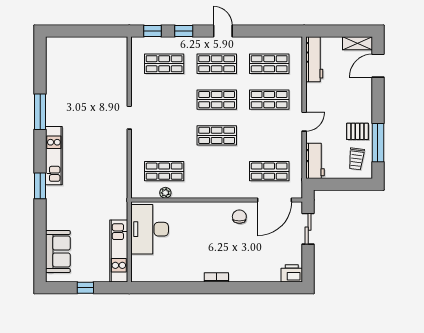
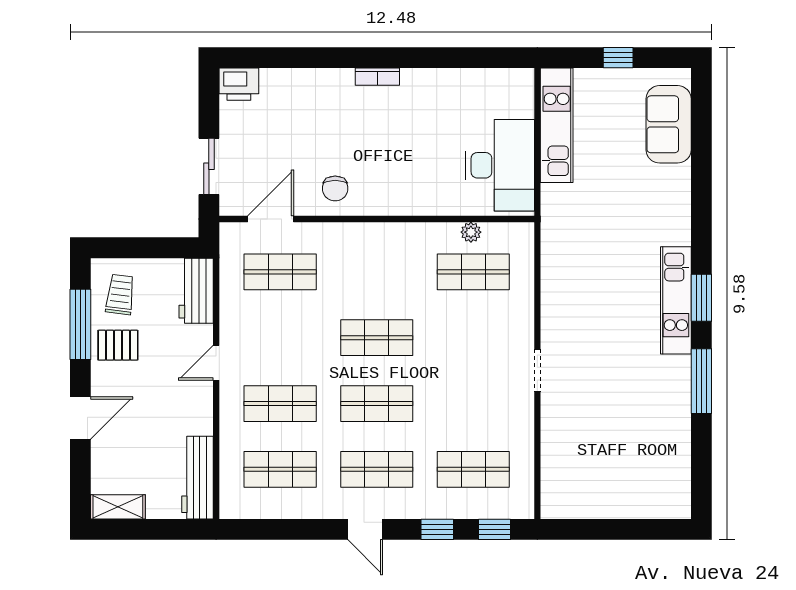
door: (378, 66) -> (80, 418), moved
window: (40, 186) -> (701, 298), moved
door: (274, 200) -> (271, 219), width x0.73

